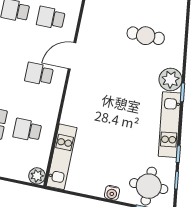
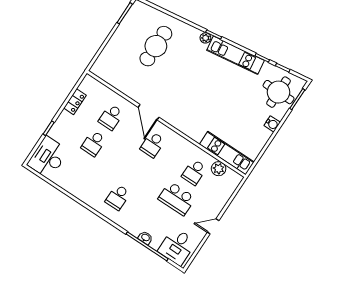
cafe table: (146, 36) -> (156, 46), width x1.37, depth x1.35
plant: (171, 79) -> (205, 38), width x0.53, depth x0.53
plant: (37, 176) -> (219, 169), moved

